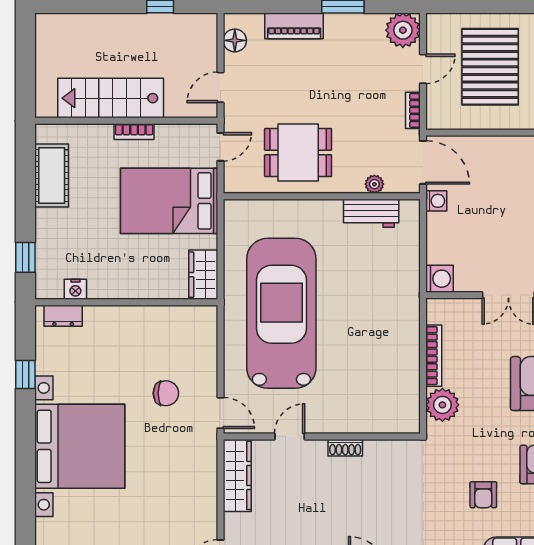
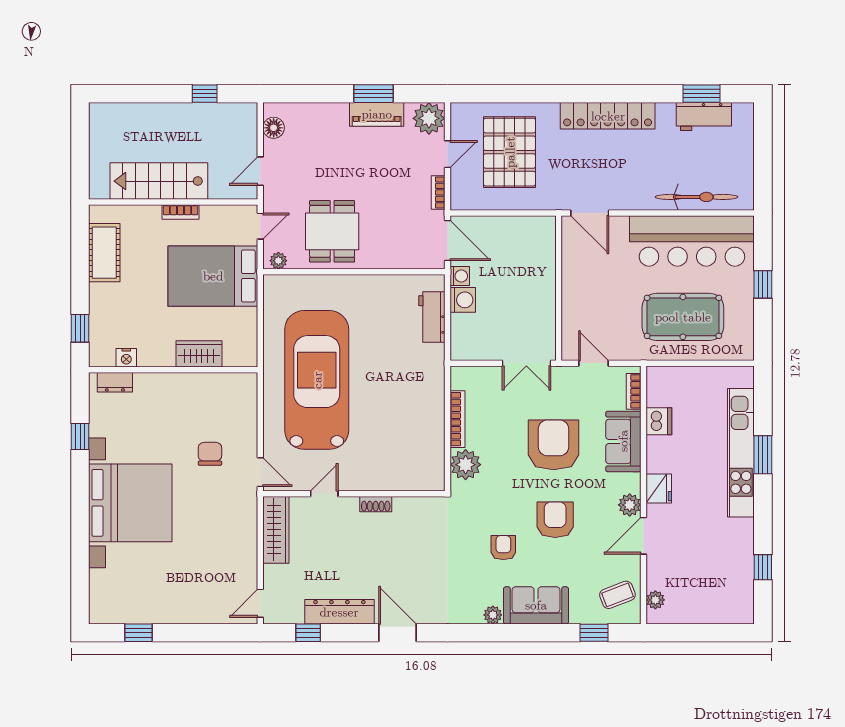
piano: (294, 26) -> (377, 114), moved
dining table: (298, 153) -> (332, 231), turned 90
plant: (374, 184) -> (278, 261), moved
workbench: (371, 213) -> (432, 317), moved, turned 90
wardrobe: (203, 275) -> (199, 354), moved, turned 90
washing machine: (439, 279) -> (463, 300), moved
chair: (166, 393) -> (210, 454), turned -90
armchair: (483, 495) -> (503, 548), turned 180

